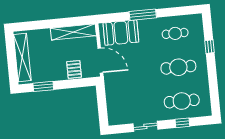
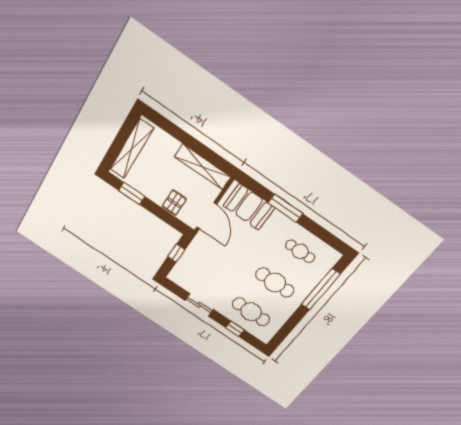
window: (209, 47) -> (321, 289), width x3.17
window: (102, 102) -> (176, 253), added

